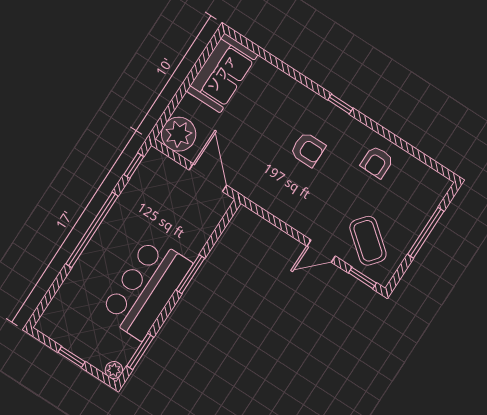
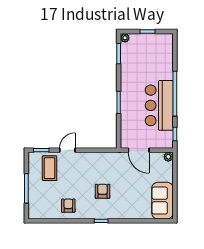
plant: (179, 134) -> (168, 157), width x0.53, depth x0.53
armchair: (308, 150) -> (102, 191), turned 90
coffee table: (368, 241) -> (50, 168), turned 51
bar counter: (146, 288) -> (159, 105), moved, turned 180

